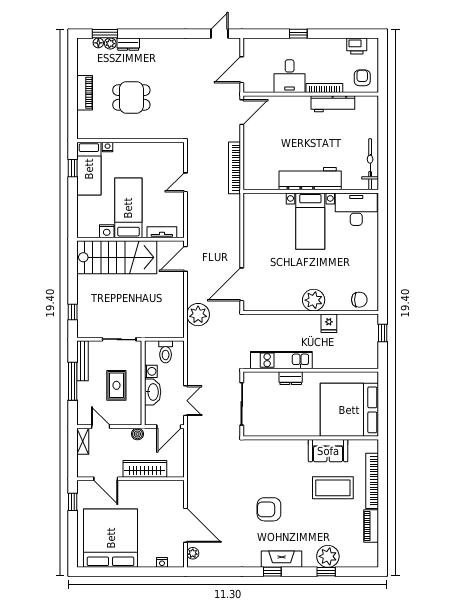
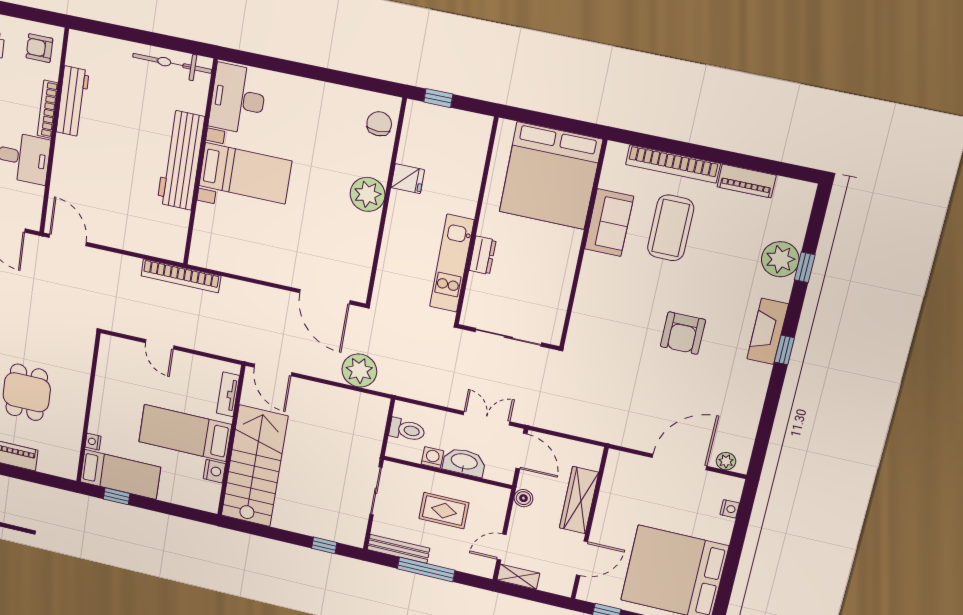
bookcase: (234, 168) -> (181, 276), moved

